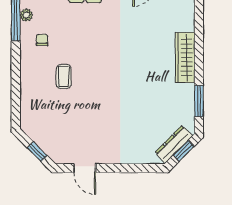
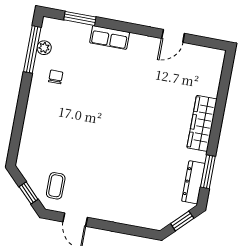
coffee table: (64, 77) -> (56, 186), moved
dresser: (174, 144) -> (193, 182), moved, turned -45

